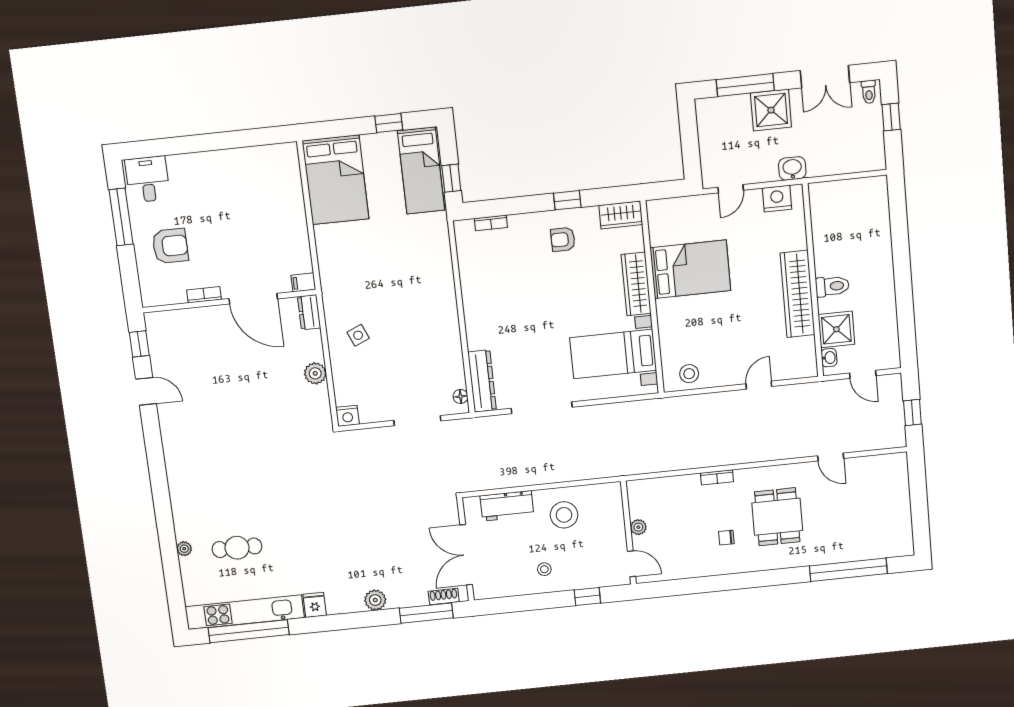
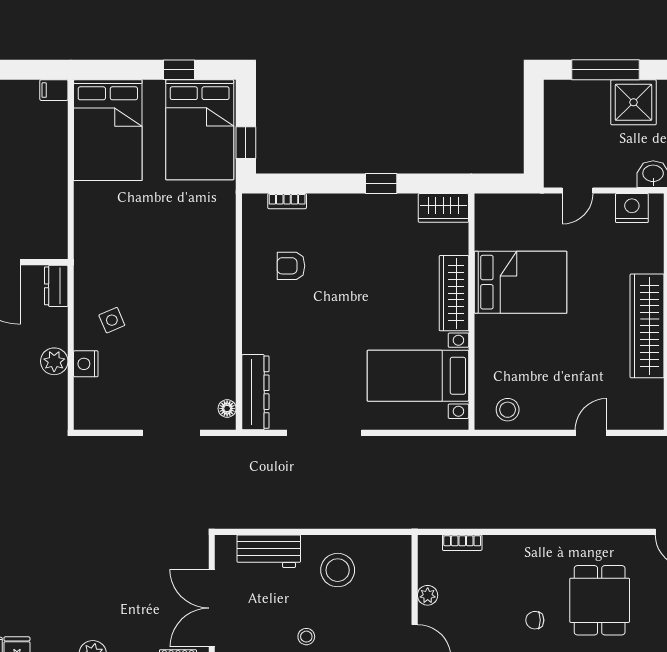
bed: (421, 170) -> (200, 130), width x1.50
armchair: (563, 239) -> (291, 266), moved
filing cabinet: (303, 282) -> (54, 90), moved
nightstand: (347, 416) -> (86, 364), moved, turned 90
bookcase: (717, 477) -> (462, 543), moved

